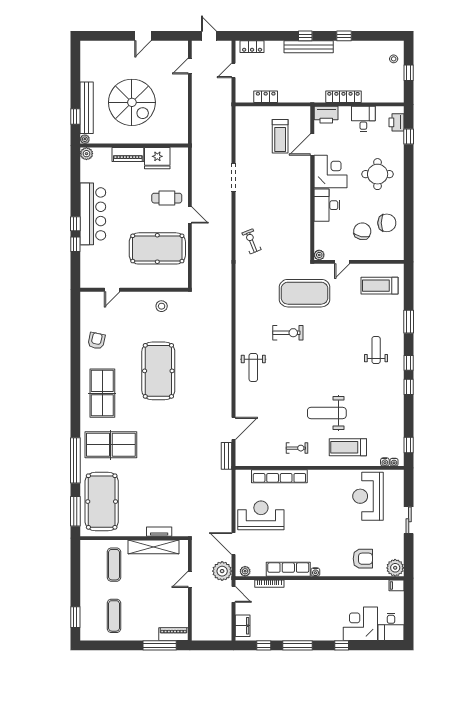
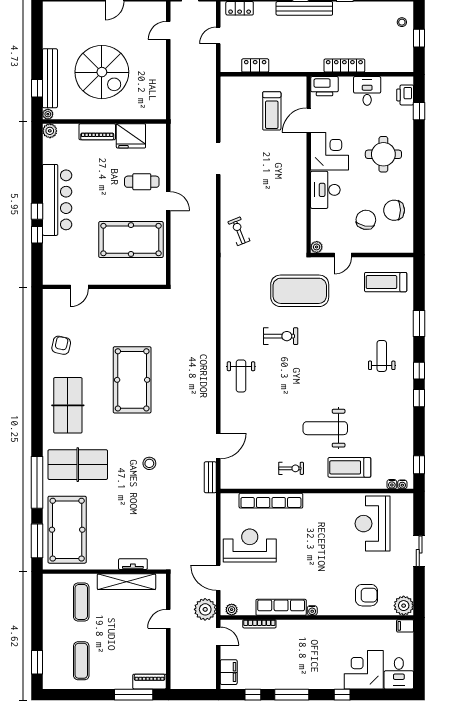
chair: (387, 223) -> (394, 210), turned 180
stool: (162, 306) -> (149, 463), moved

